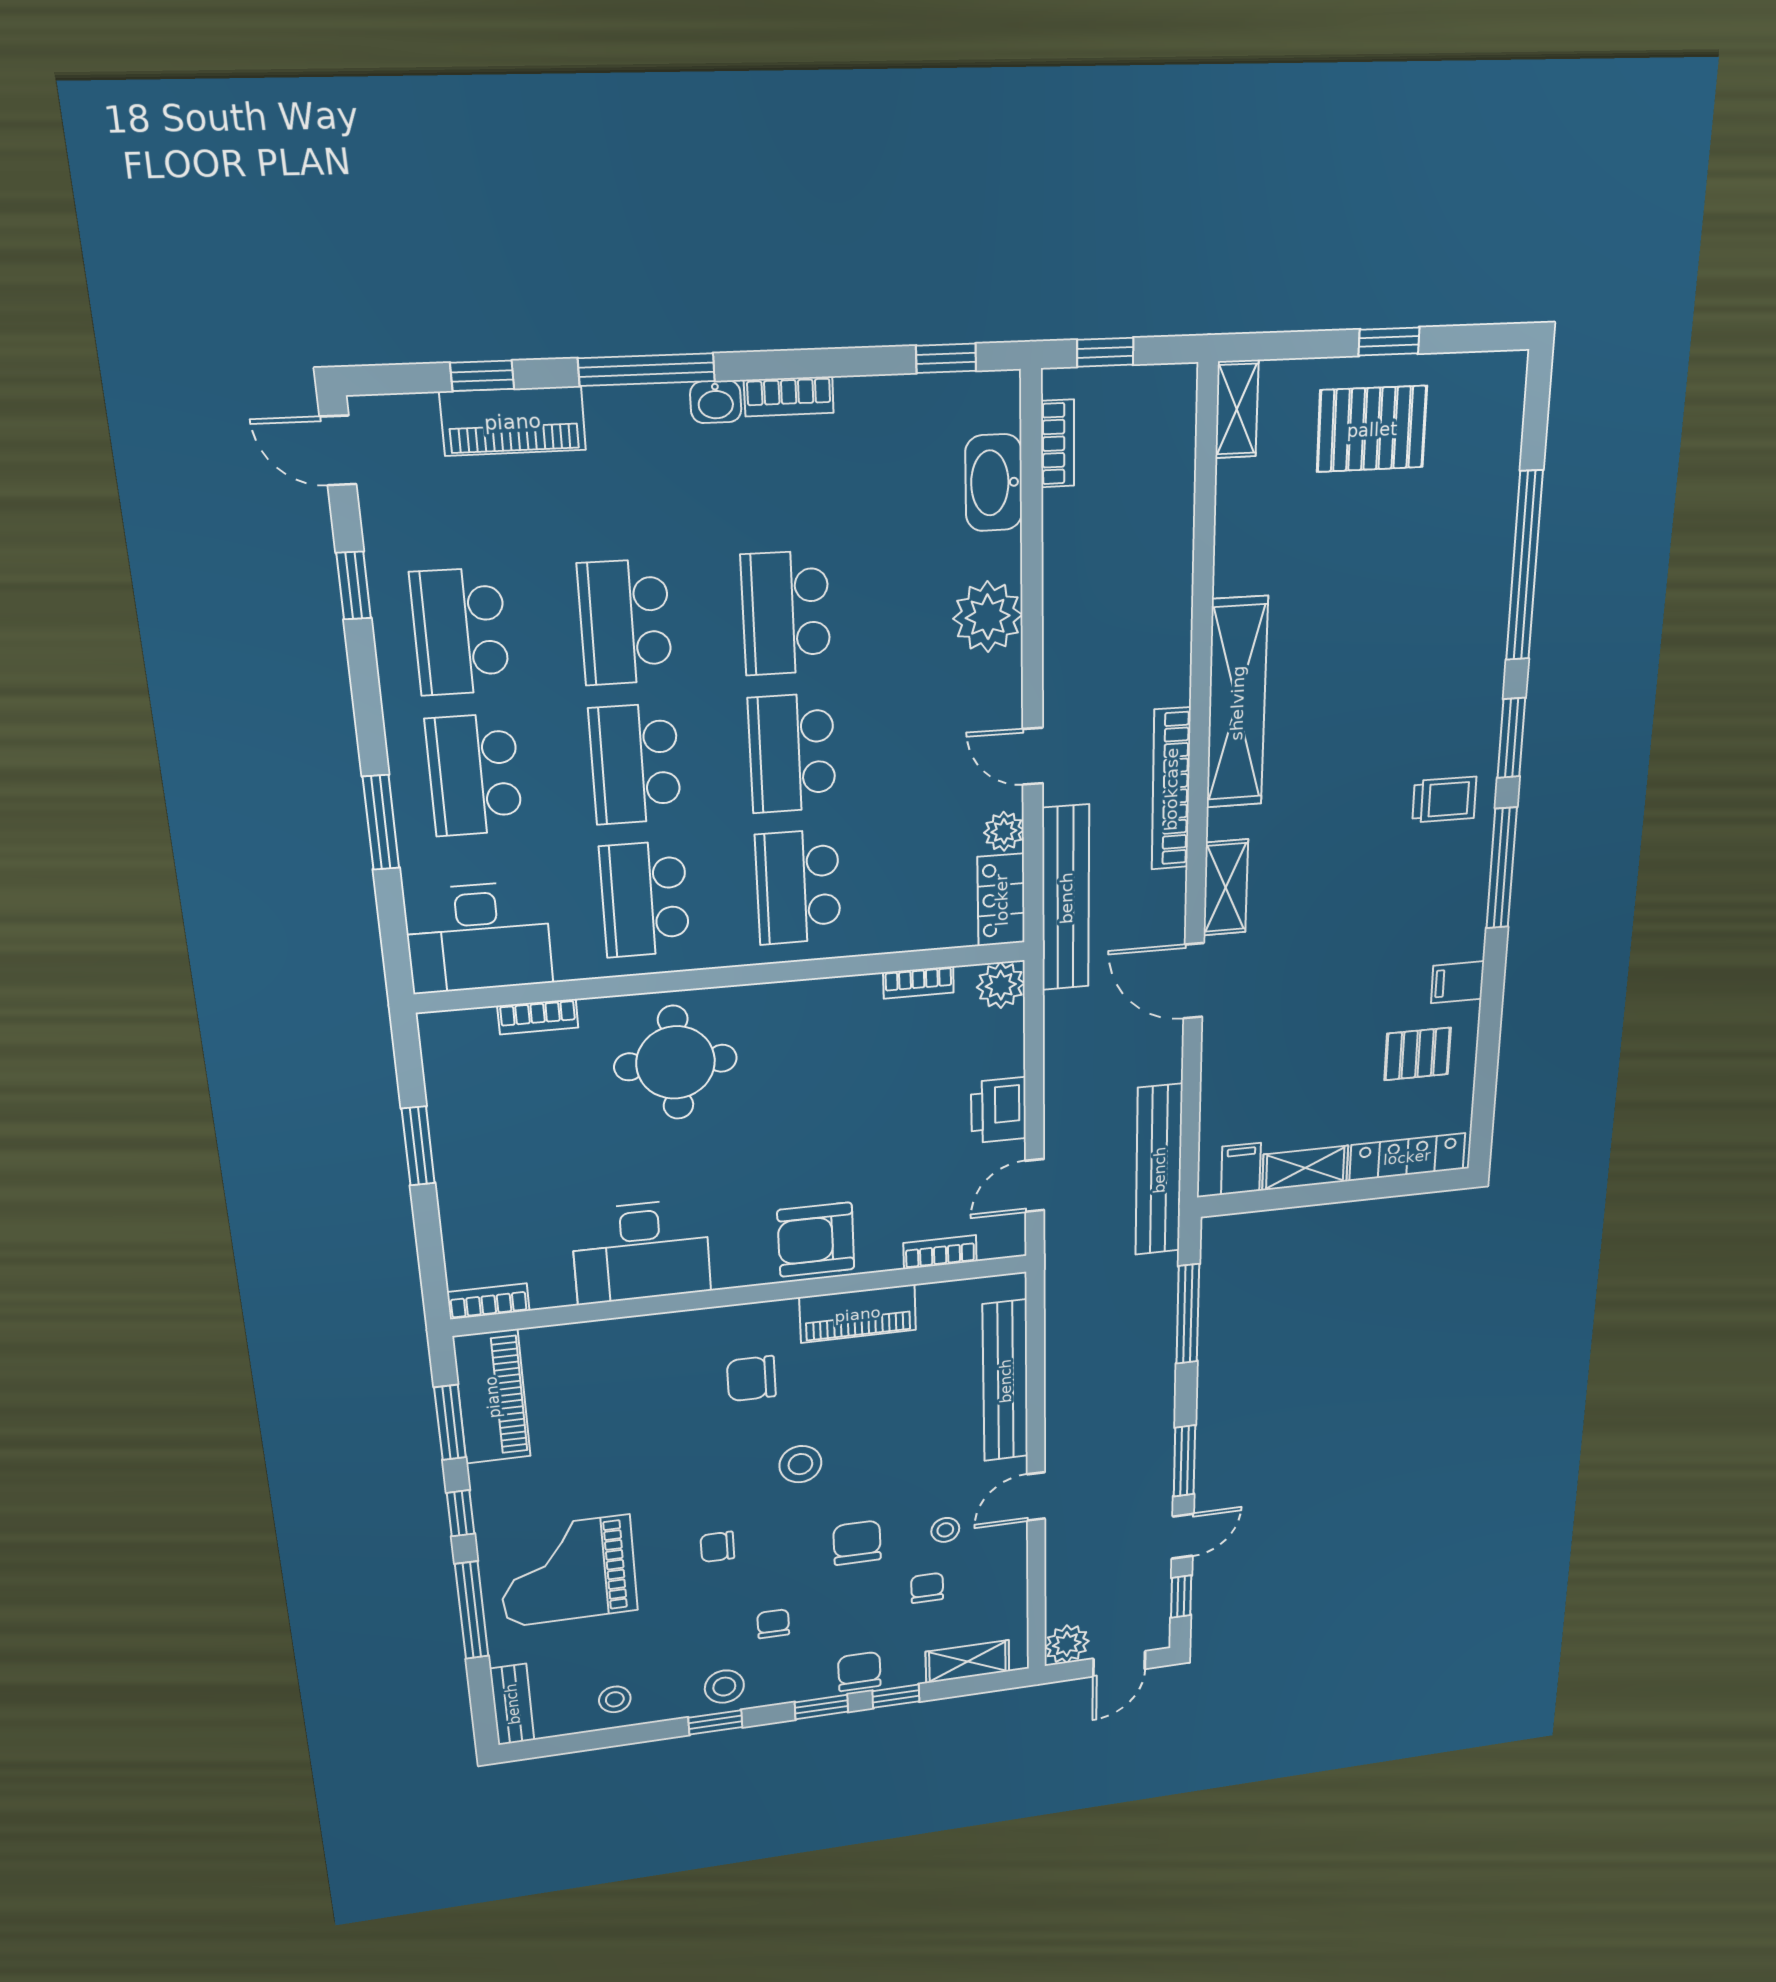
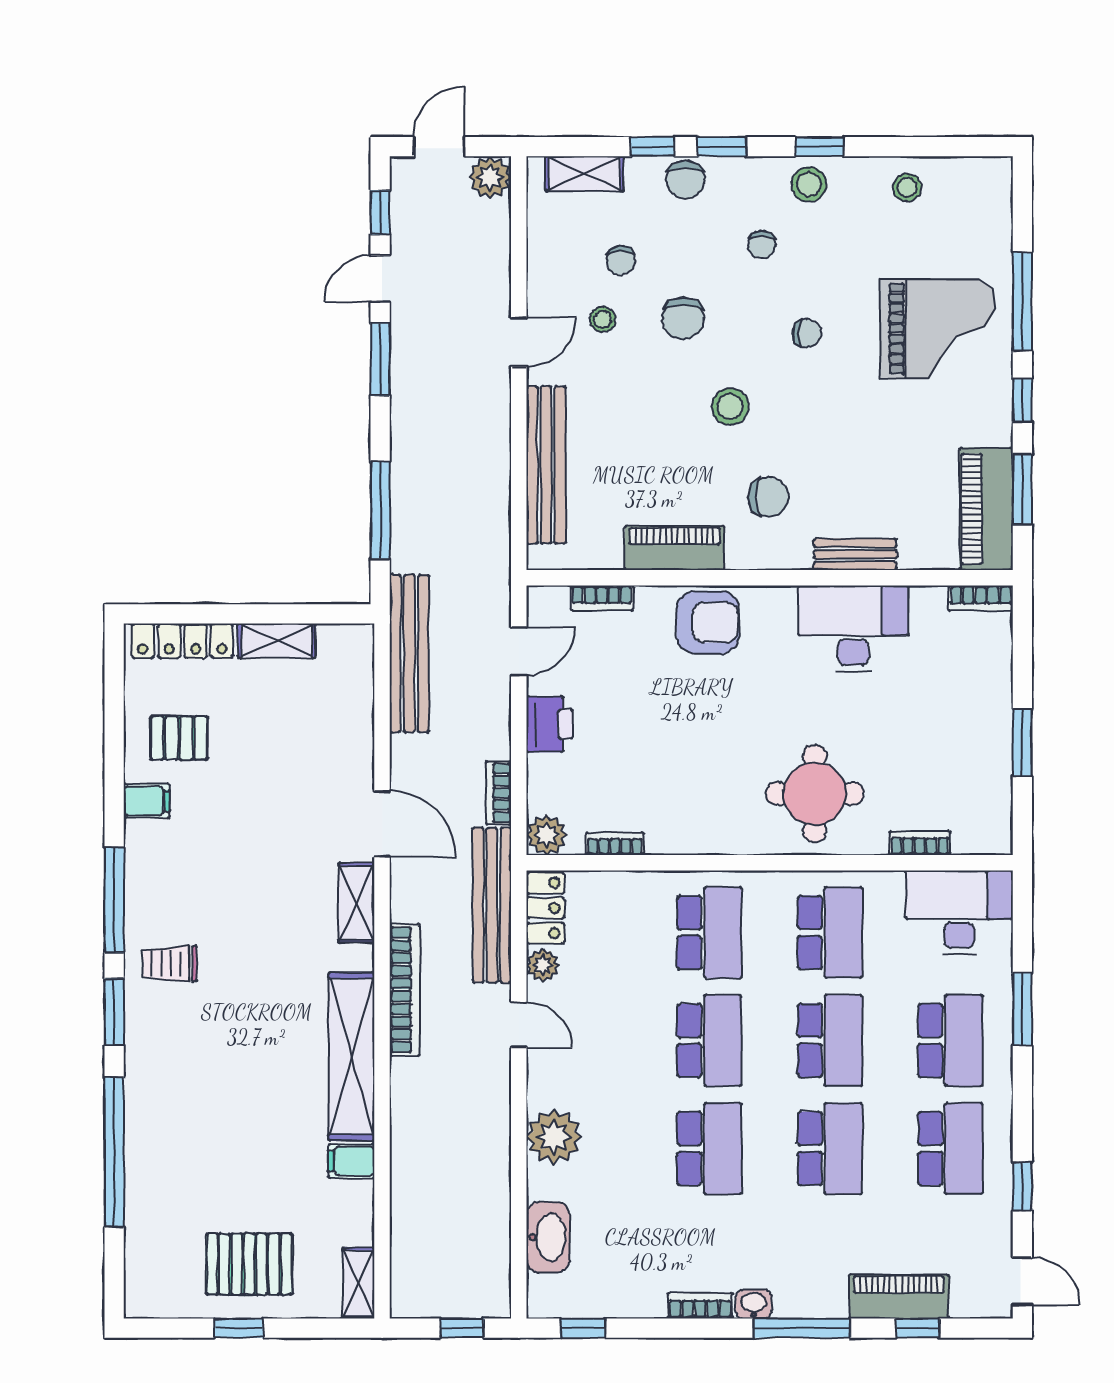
bookcase: (1058, 443) -> (499, 793), moved
filing cabinet: (1241, 1169) -> (351, 1161), moved, turned 90
bench: (512, 1704) -> (855, 554), moved, turned 90

